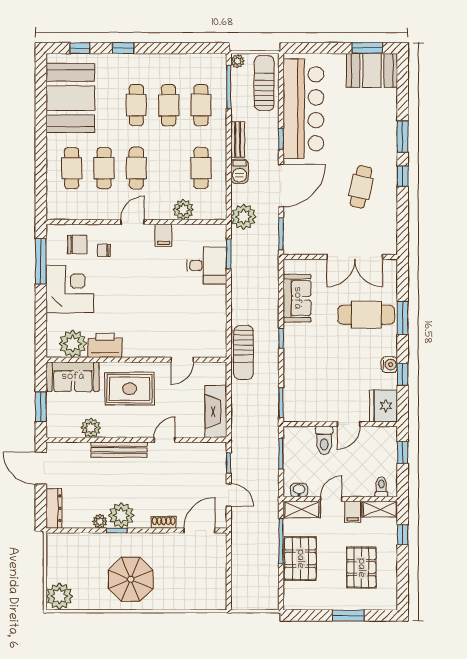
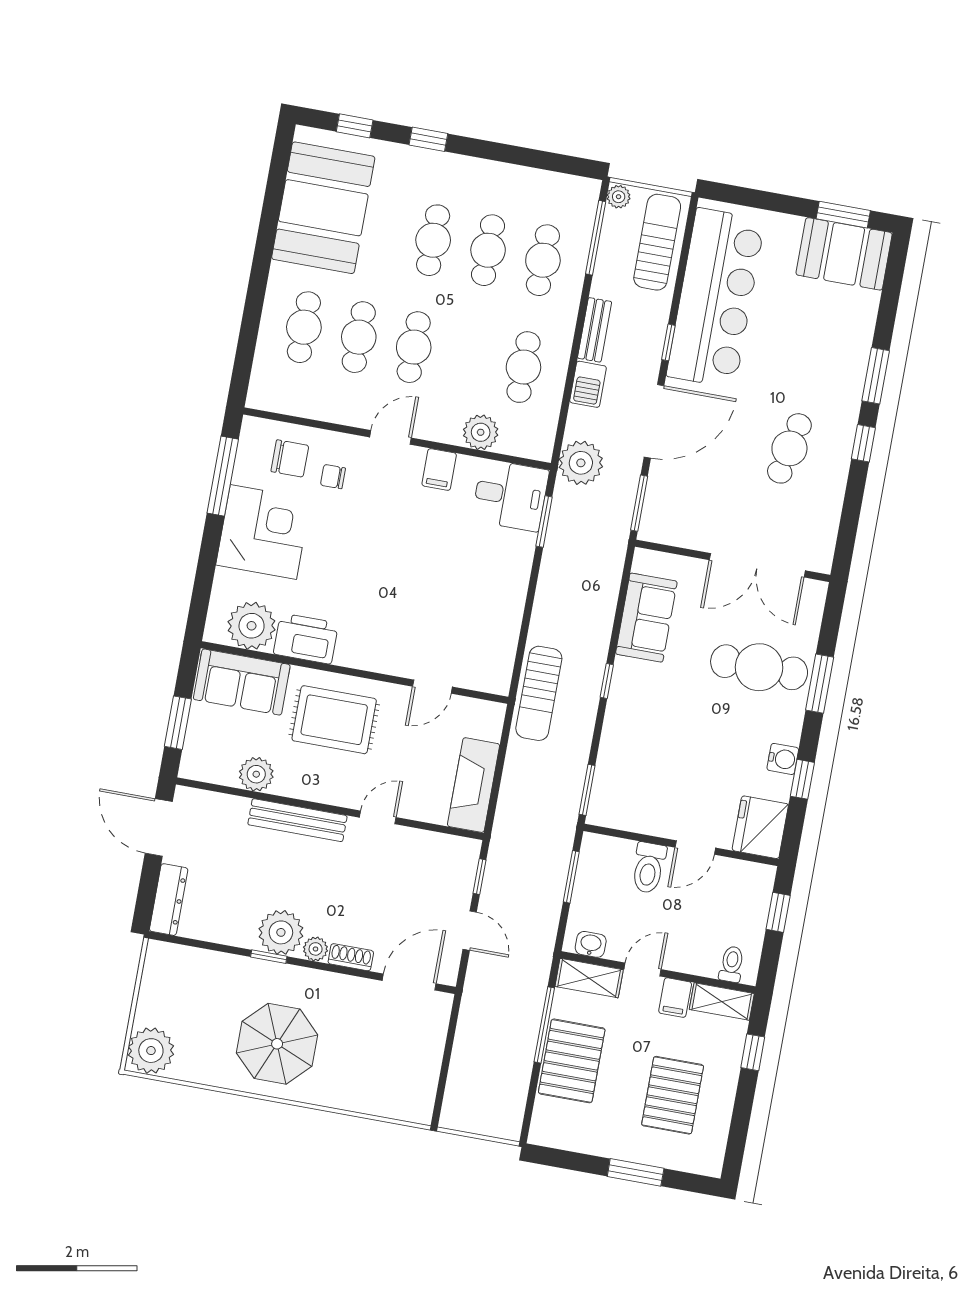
desk: (207, 266) -> (510, 495), moved
plant: (100, 521) -> (316, 949), moved

